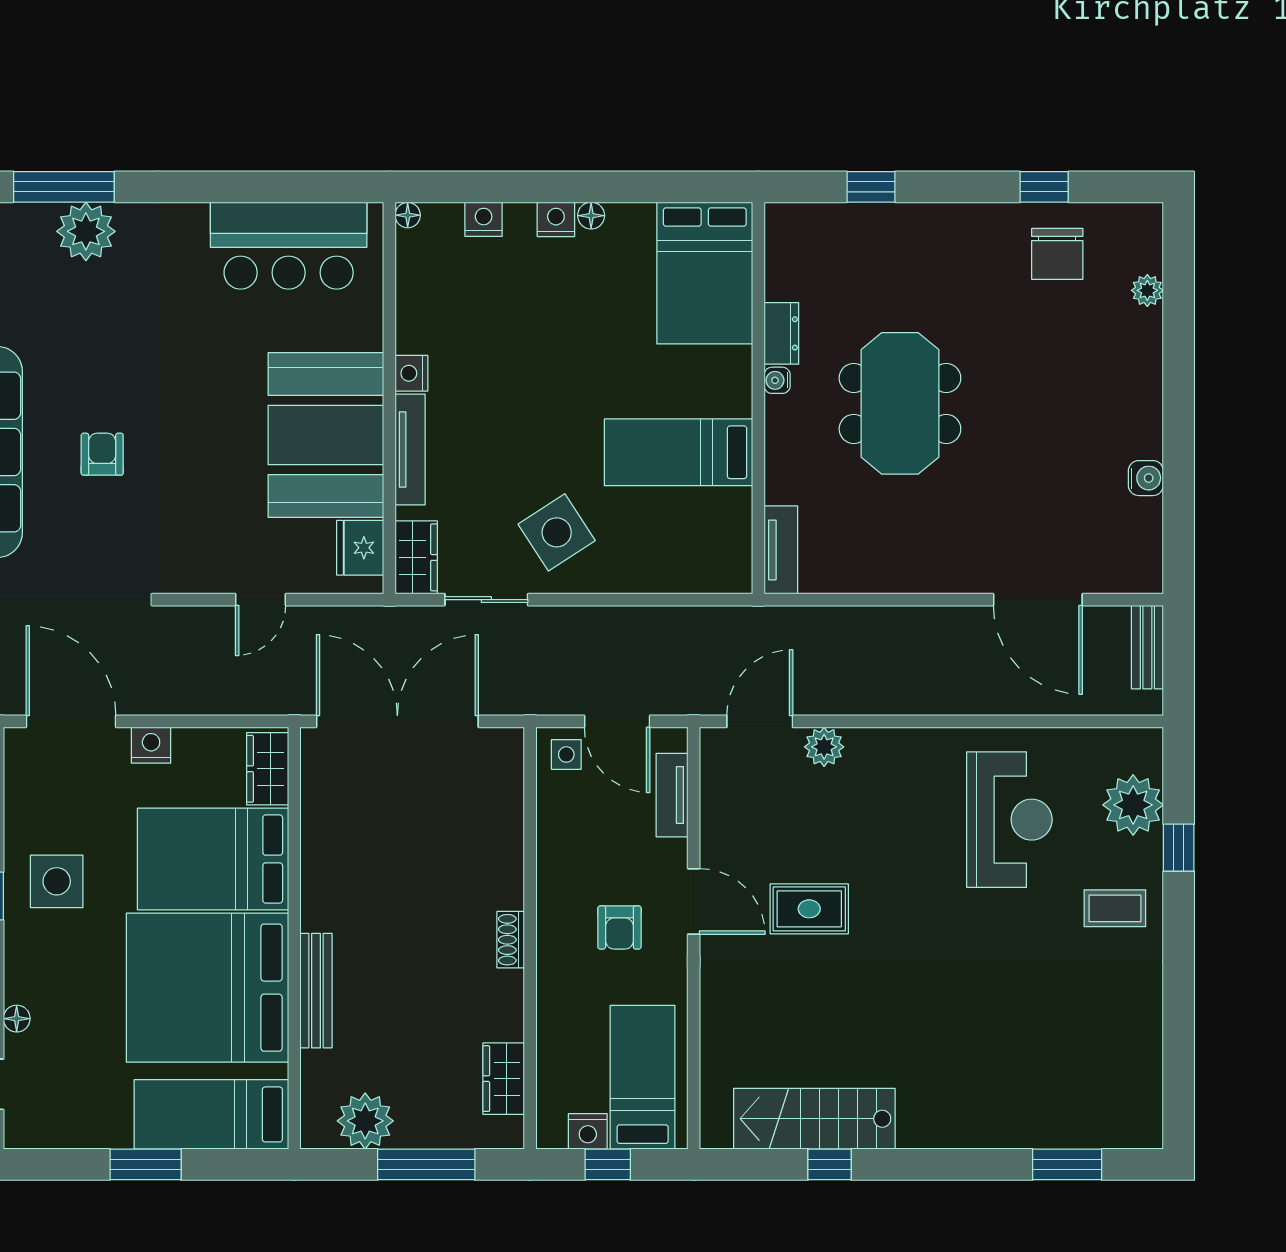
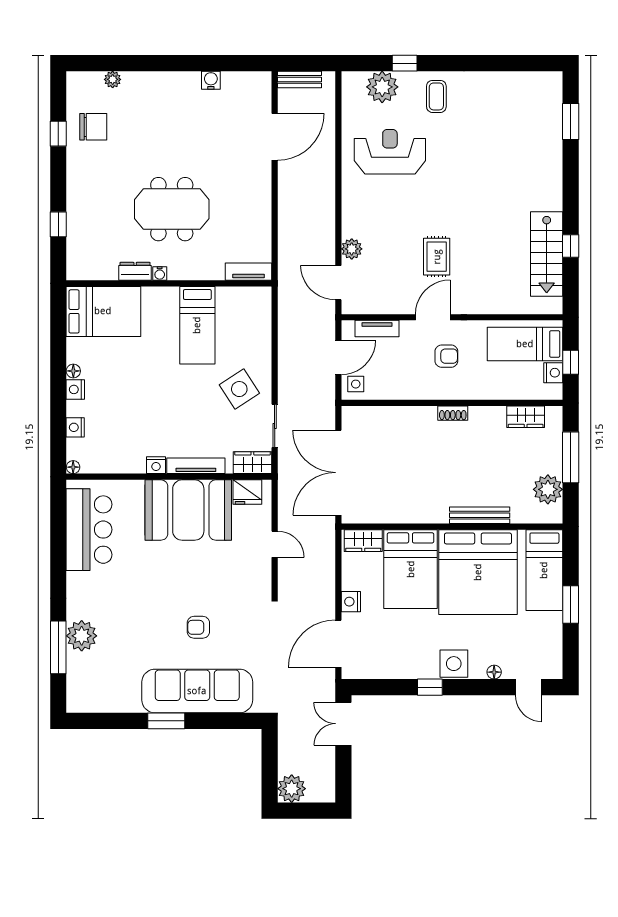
side table: (57, 881) -> (454, 664), moved

